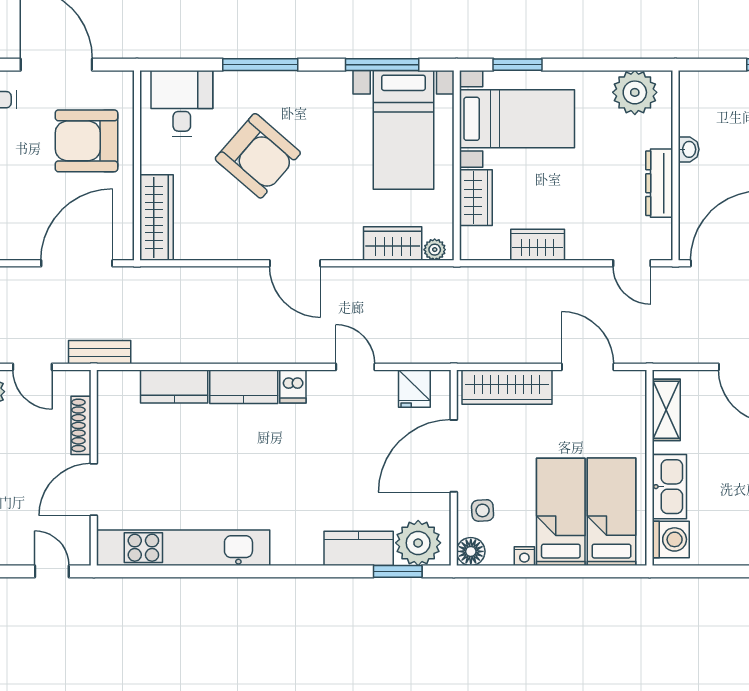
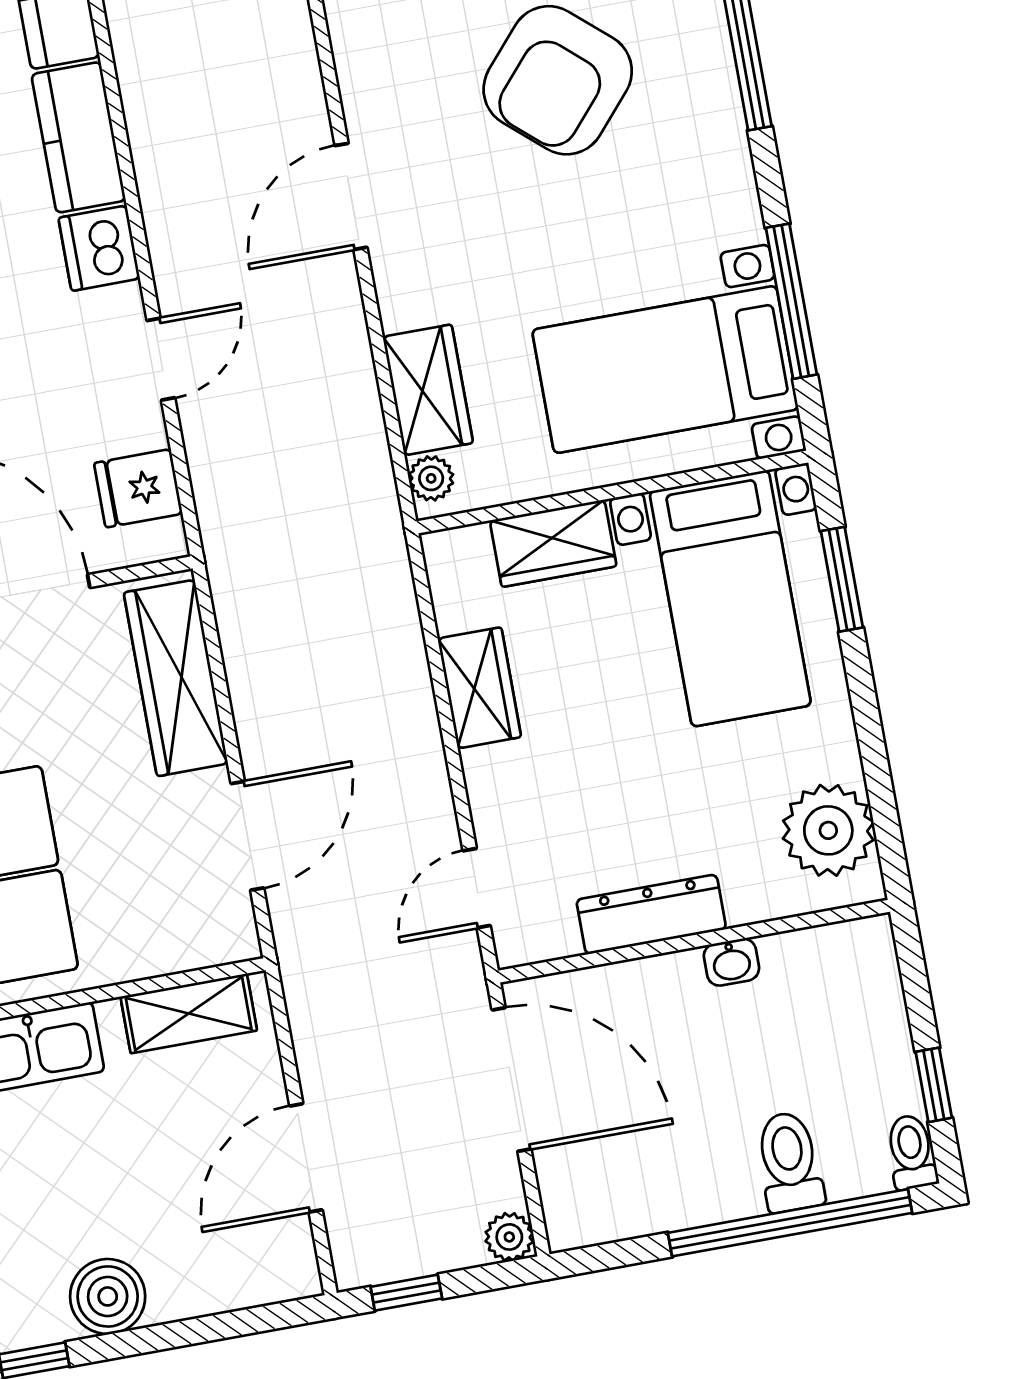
dishwasher: (293, 386) -> (99, 248), width x1.38

